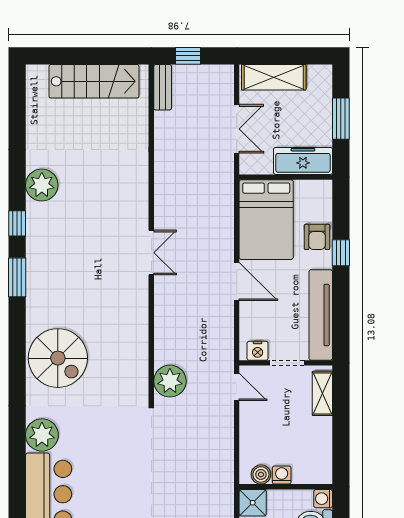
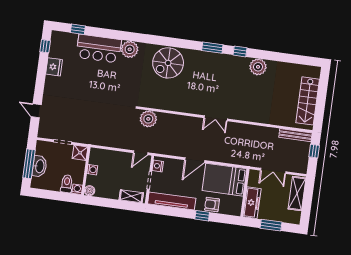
bench: (163, 87) -> (295, 135), width x1.36
boiler: (261, 474) -> (90, 191), moved

